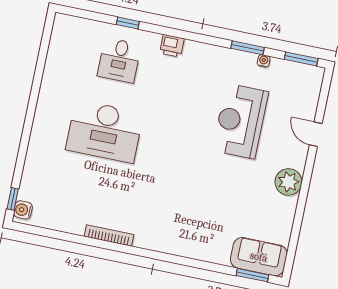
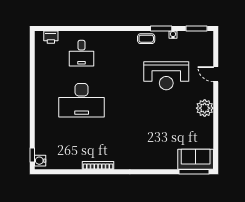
window: (128, 23) -> (82, 28), removed
printer: (172, 46) -> (51, 37), moved
coffee table: (222, 59) -> (146, 39), added
reception desk: (240, 121) -> (166, 76), turned -90
window: (252, 275) -> (194, 172), width x1.44

